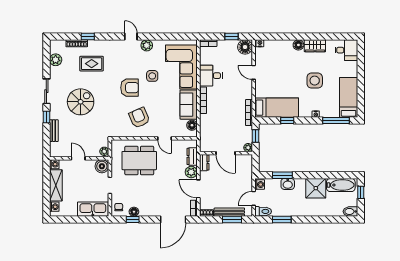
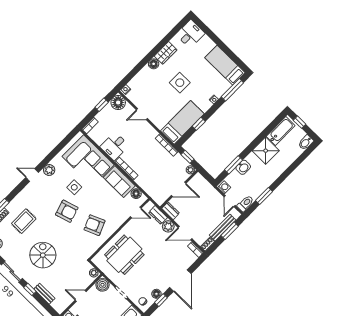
side table: (315, 81) -> (180, 83), moved
armchair: (130, 88) -> (67, 211), turned 73
door: (164, 138) -> (136, 212), moved
door: (173, 220) -> (180, 281), moved

